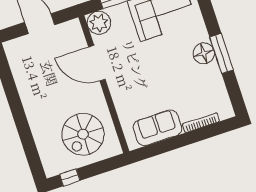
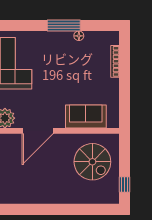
floor lamp: (204, 53) -> (79, 36), moved, width x0.53, depth x0.53
sofa: (157, 128) -> (86, 117), moved, turned 90

